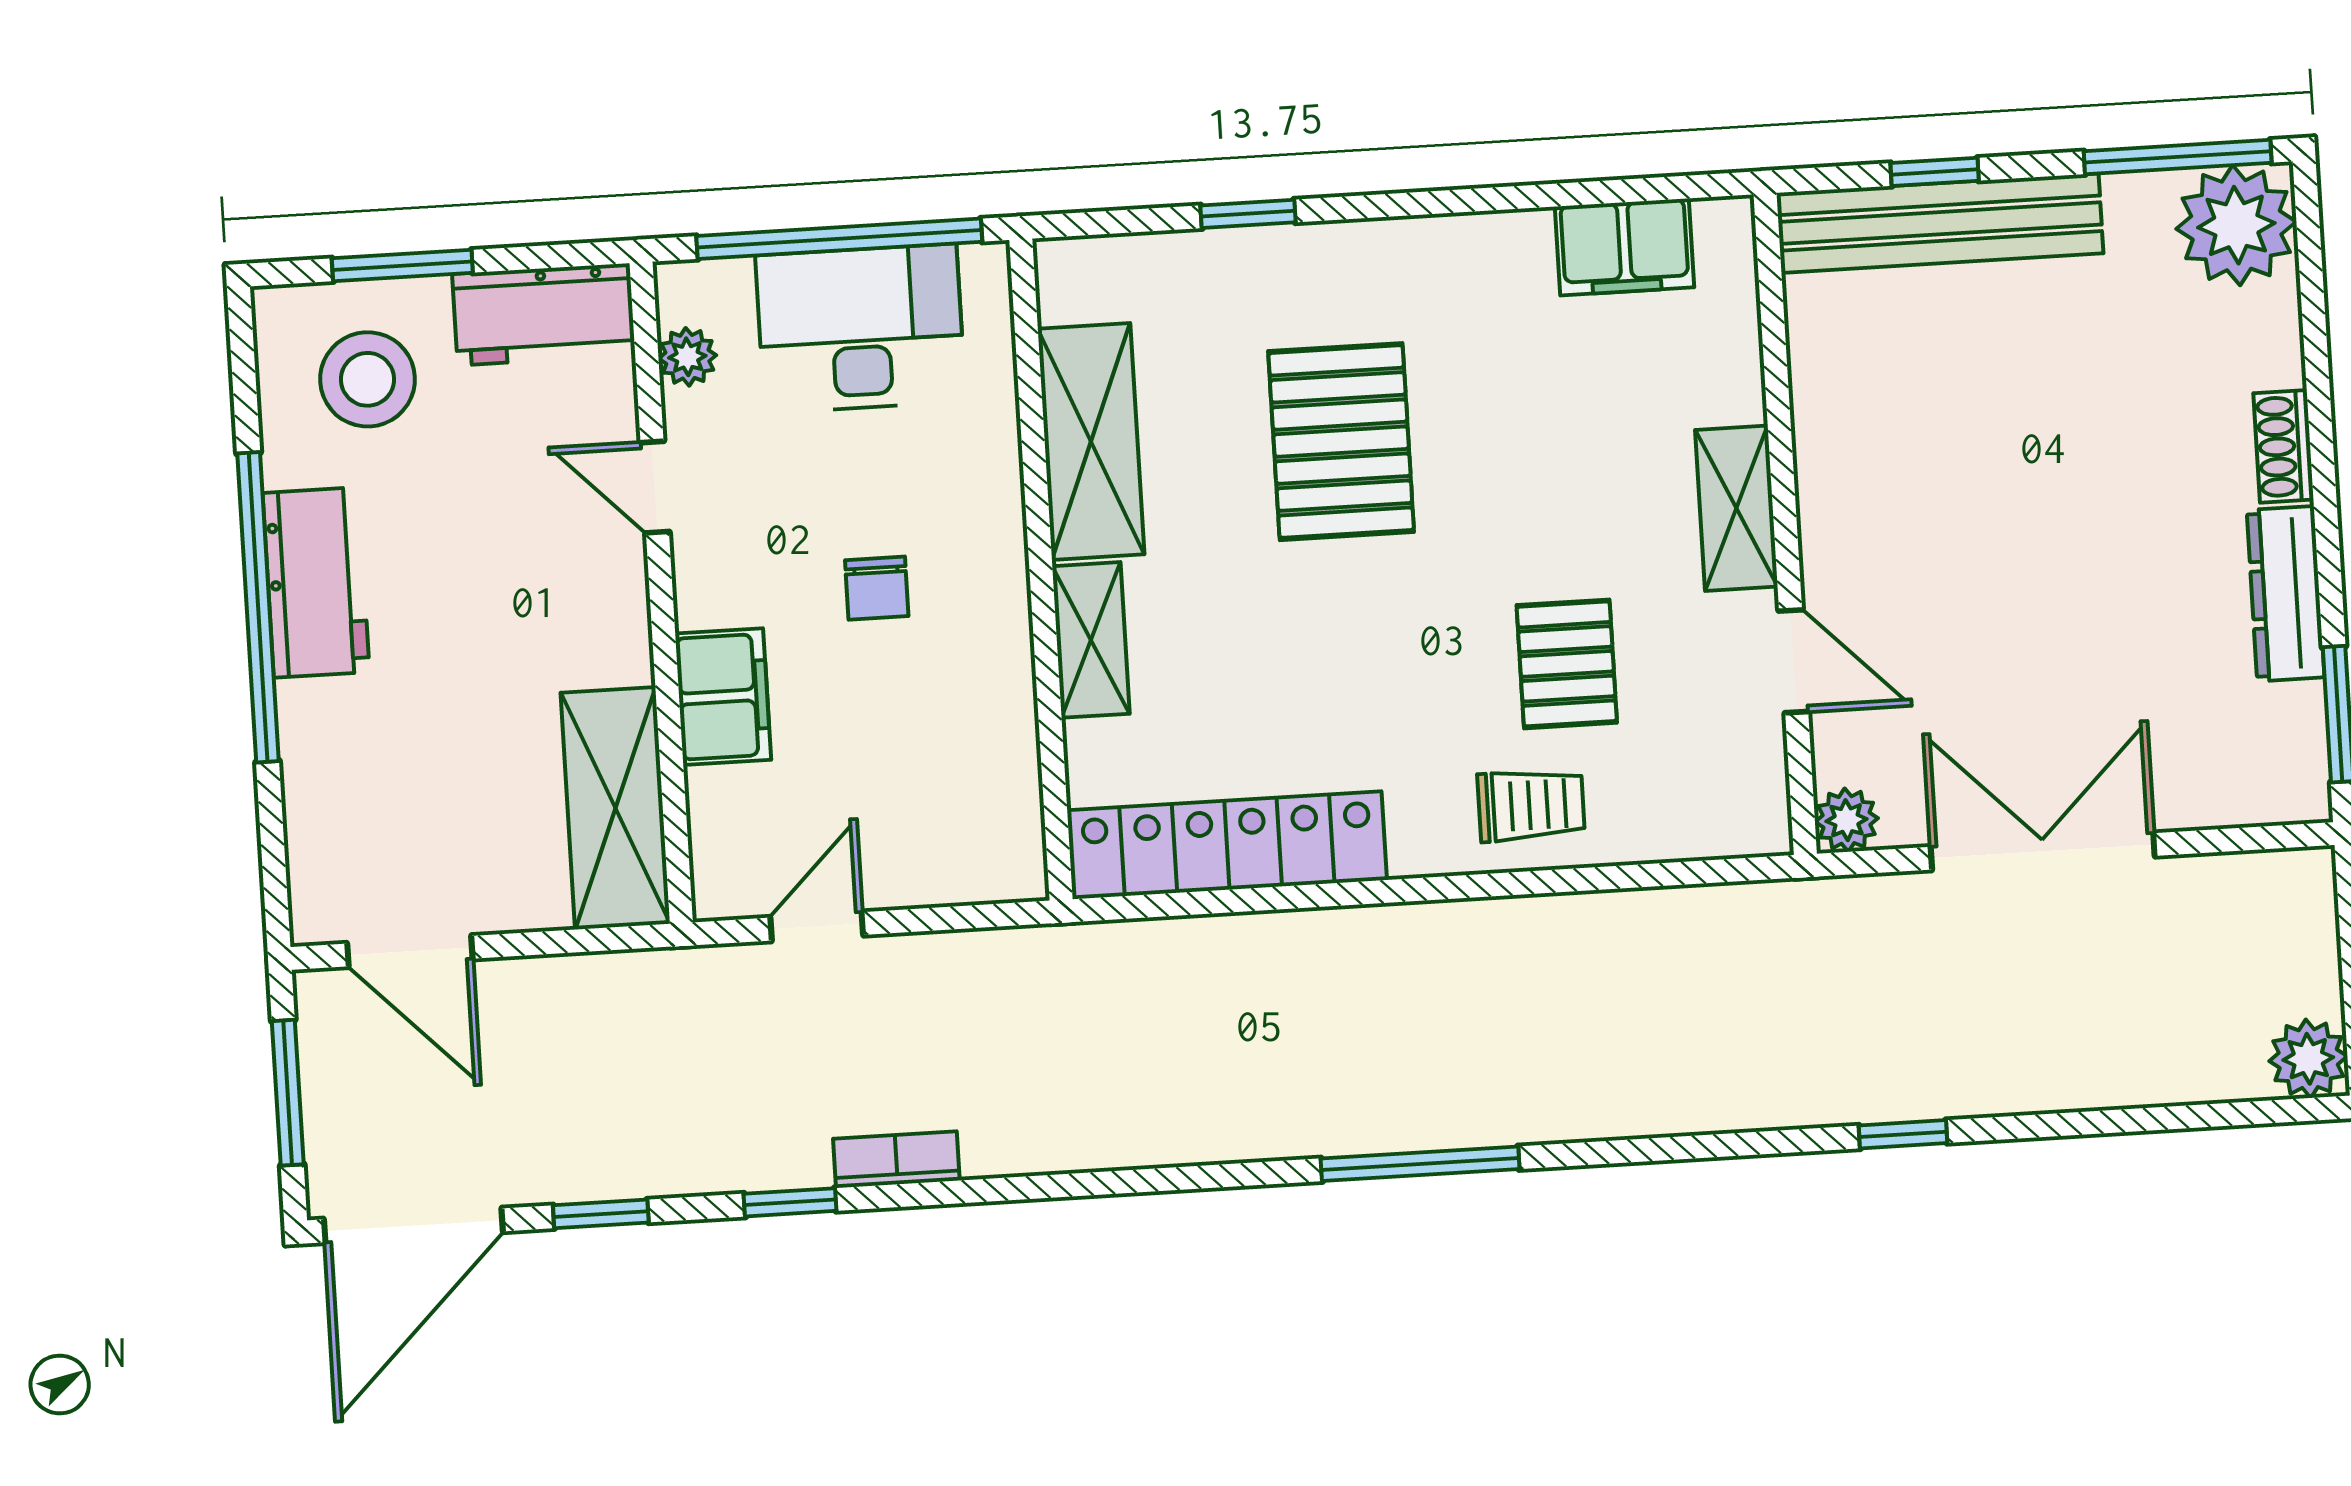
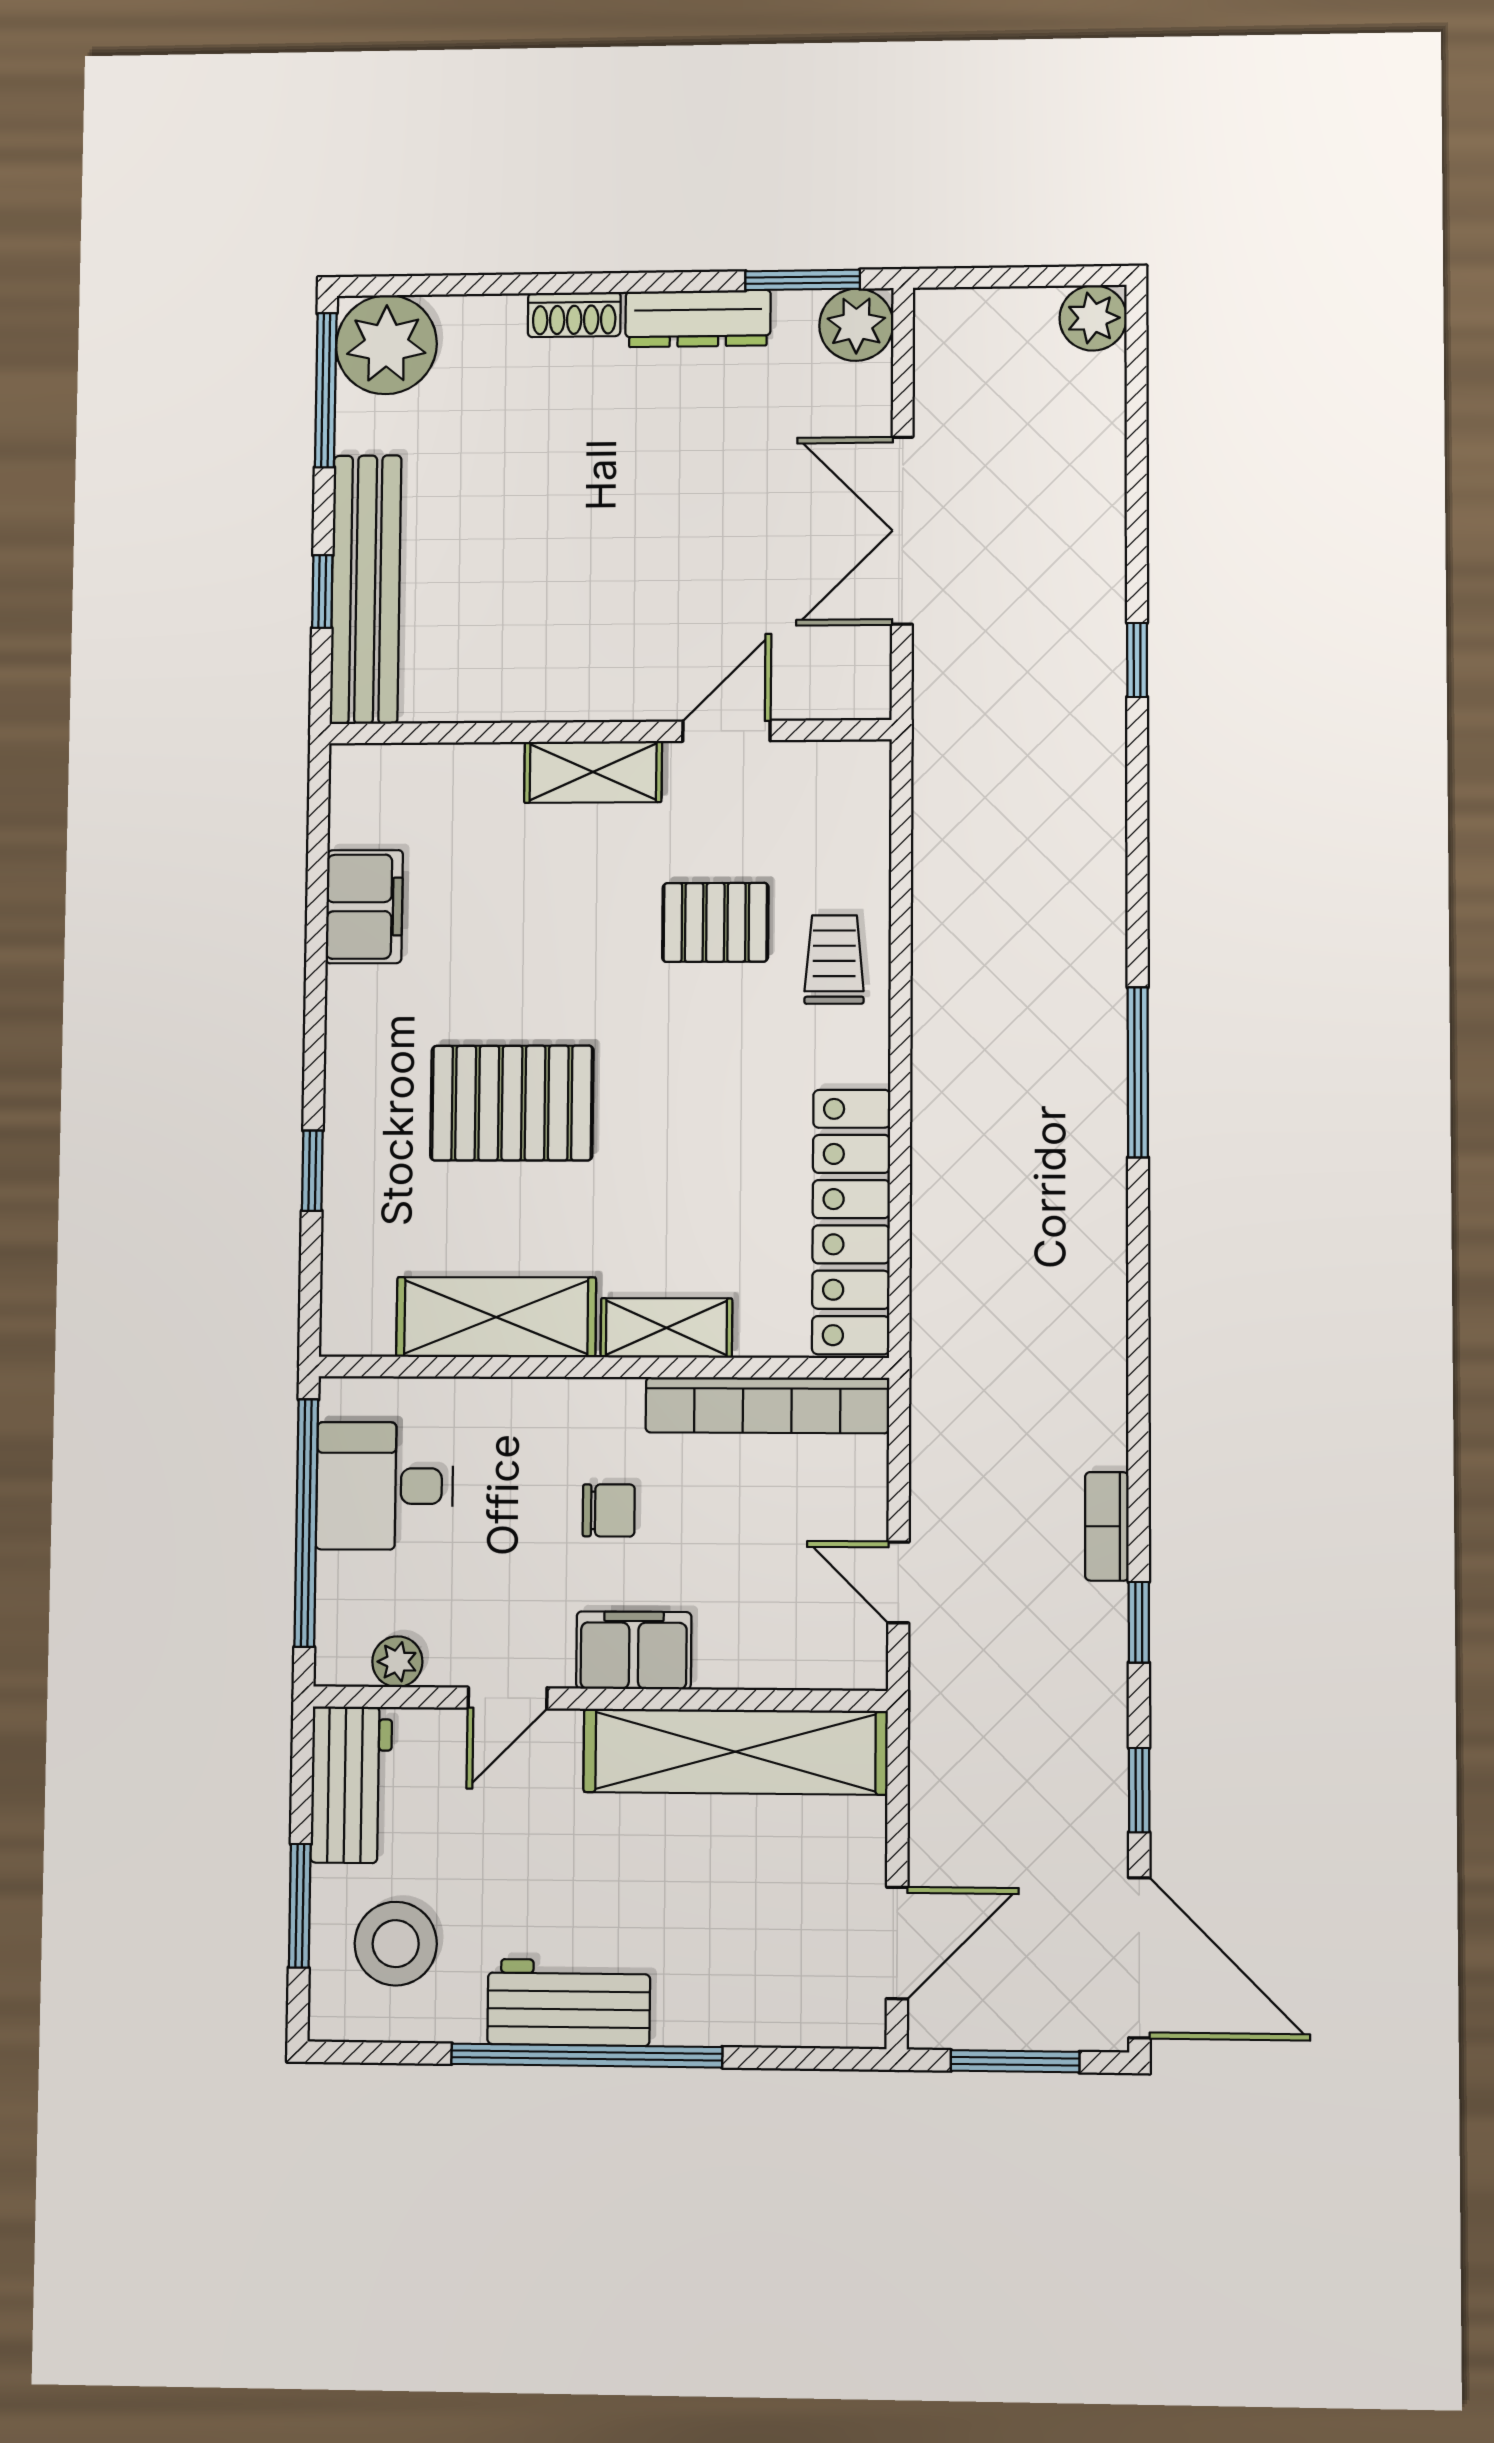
filing cabinet: (1625, 247) -> (364, 907), moved
desk: (860, 328) -> (385, 1486), width x0.73
filing cabinet: (723, 697) -> (634, 1650), moved
bookcase: (1009, 763) -> (767, 1405), added
shelving: (615, 808) -> (735, 1752), width x1.47
plant: (1847, 820) -> (856, 325), moved, width x1.38, depth x1.38

